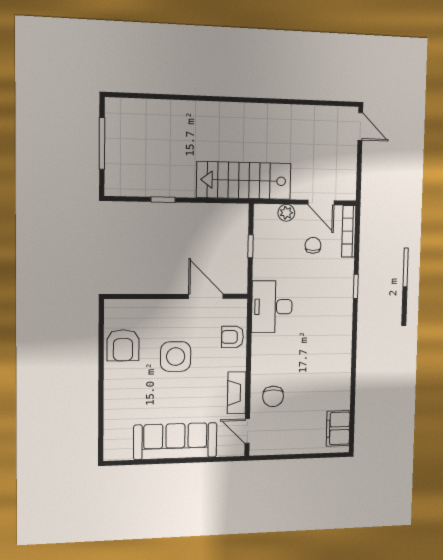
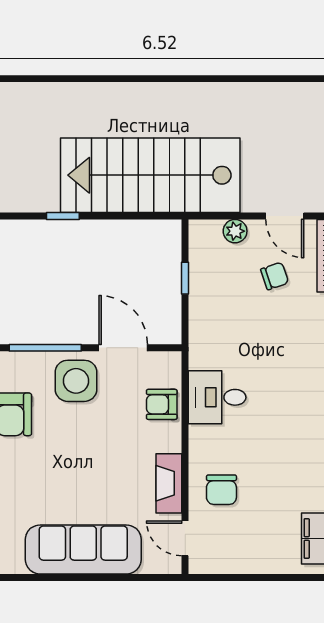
stairs: (244, 180) -> (150, 175), width x1.36, depth x1.51
chair: (313, 245) -> (275, 276), turned 71
window: (149, 296) -> (45, 348), added
desk: (272, 307) -> (217, 397), moved, width x0.73
side table: (176, 357) -> (76, 381), moved

